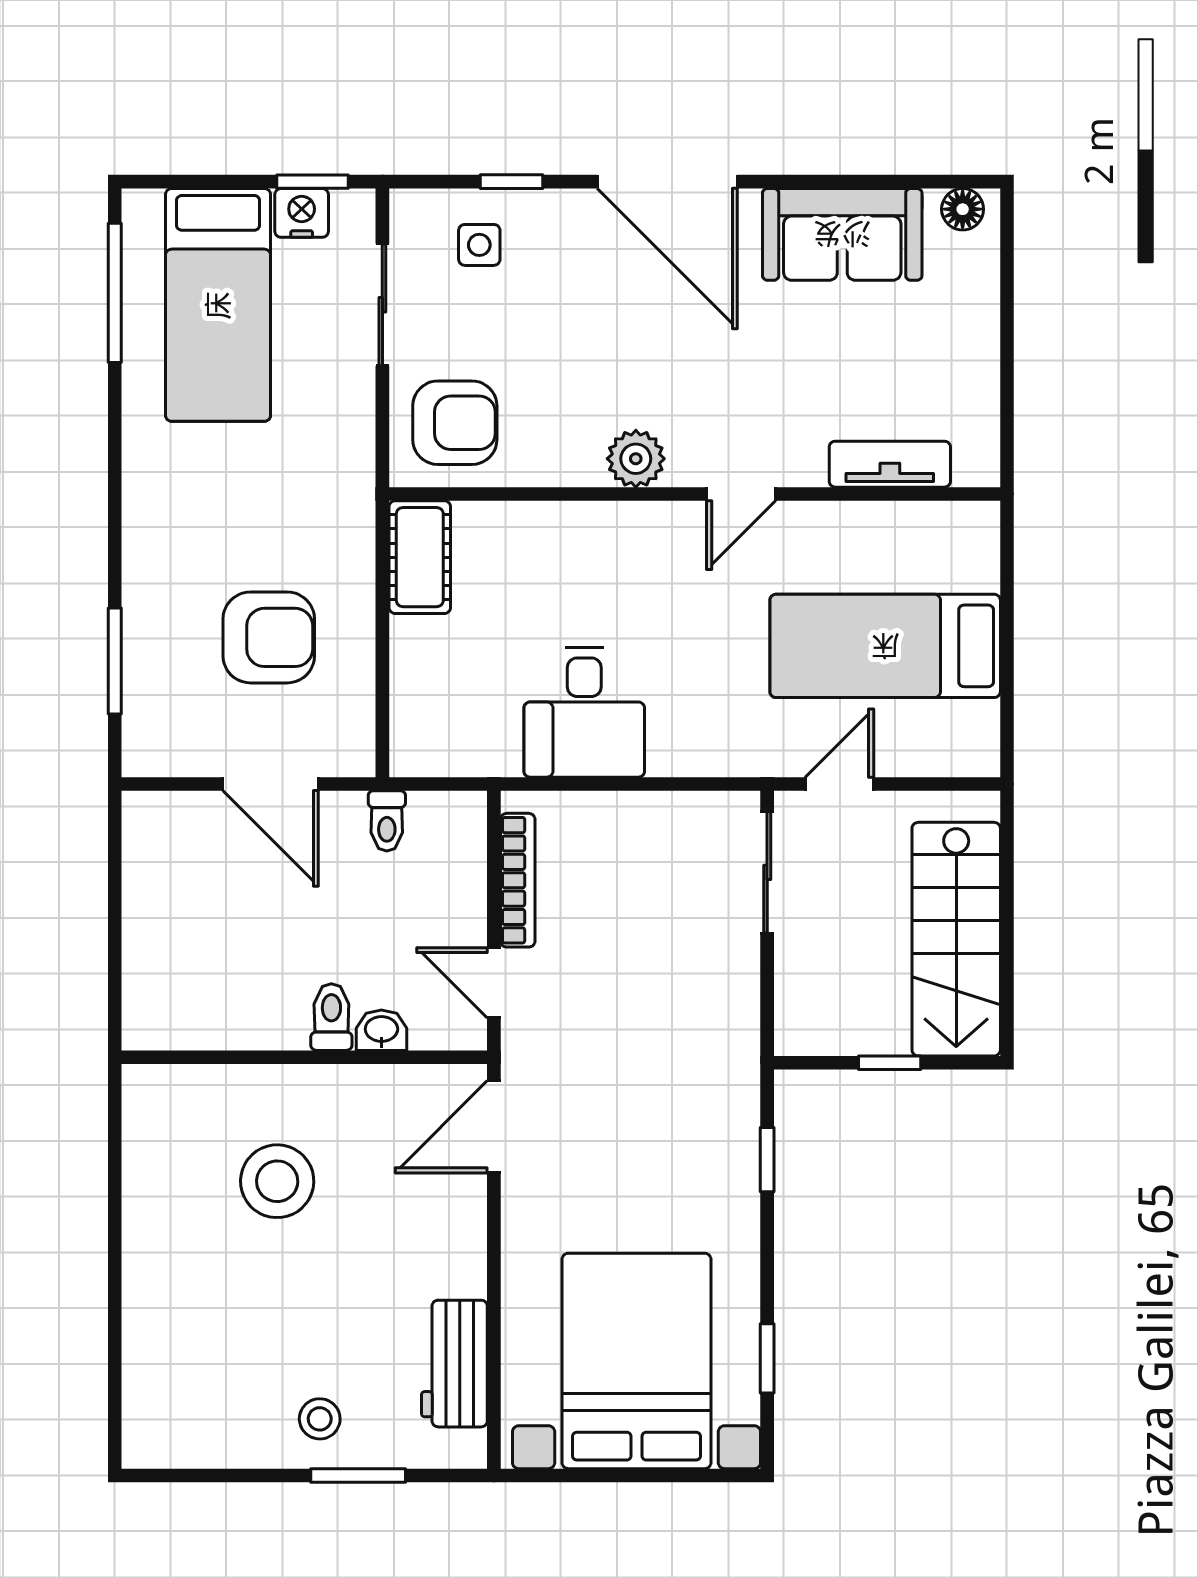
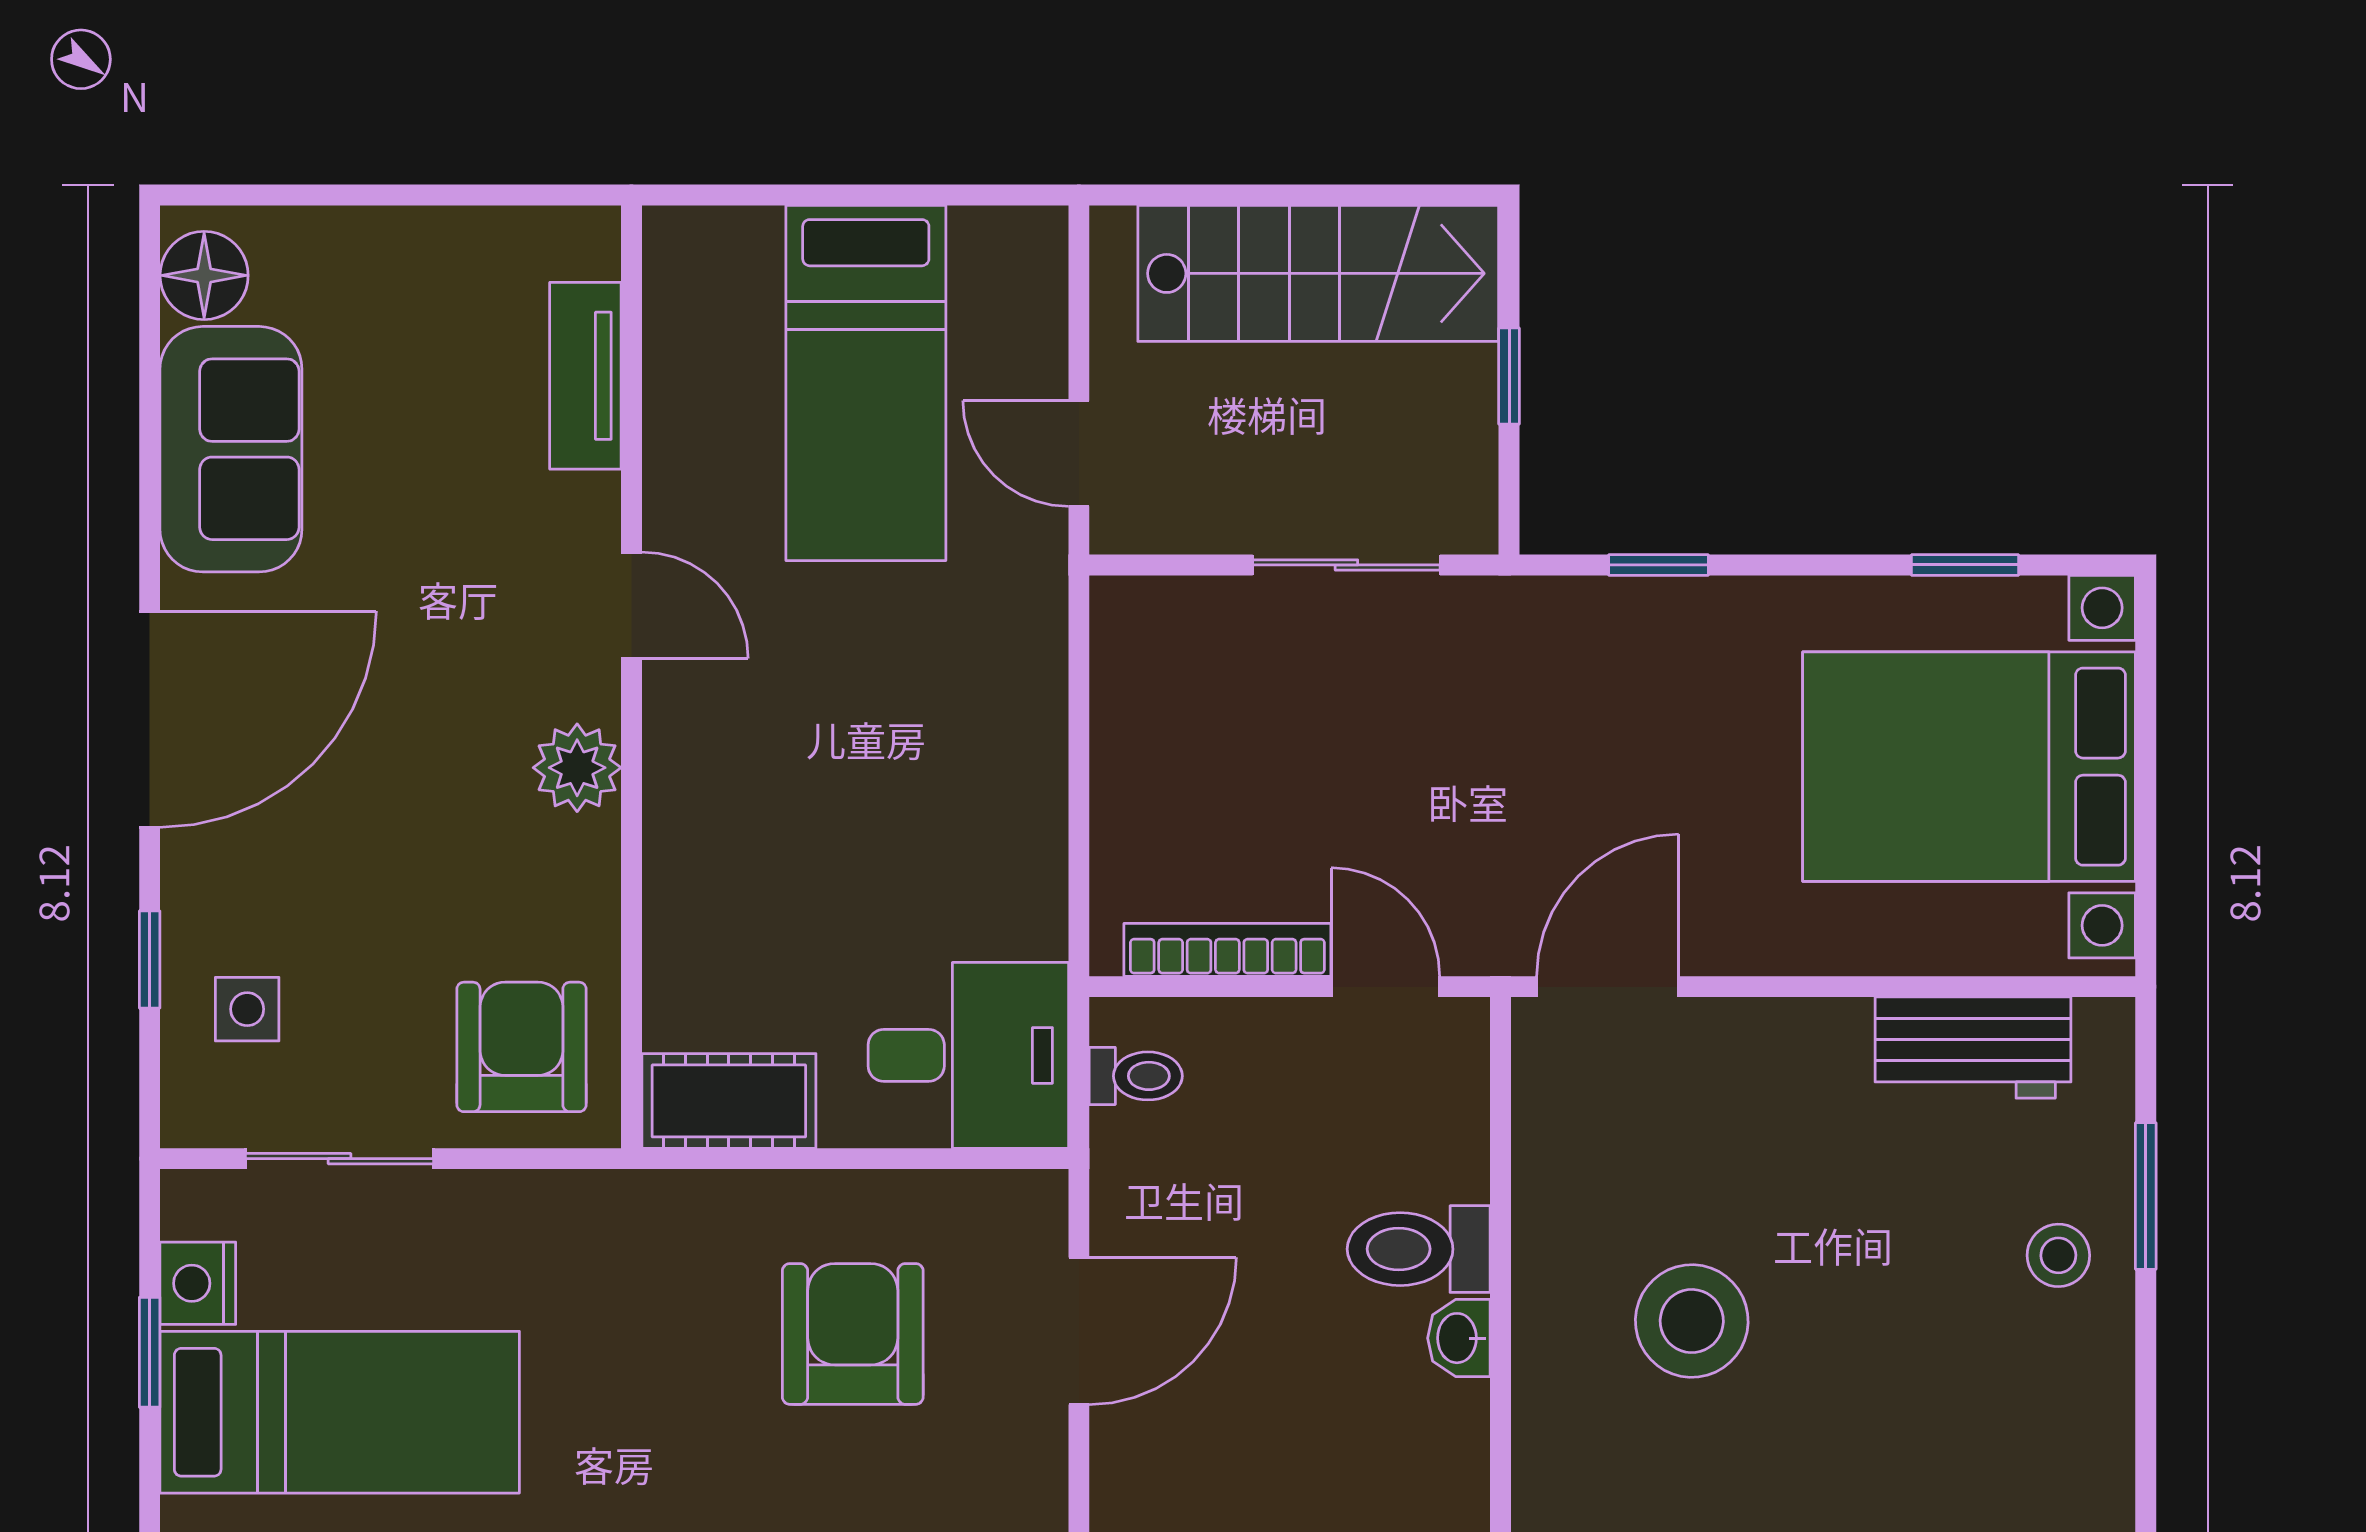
window: (313, 182) -> (150, 1352), moved
floor lamp: (963, 209) -> (204, 275), width x1.37, depth x1.37
desk: (584, 712) -> (968, 1055), moved
toilet: (387, 821) -> (1136, 1076), moved
sliding door: (767, 872) -> (1346, 565), moved
door: (494, 983) -> (1385, 987), swing flipped
toilet: (331, 1017) -> (1419, 1249), width x1.37, depth x1.39
washbasin: (381, 1030) -> (1459, 1338), moved
door: (494, 1127) -> (1608, 987), swing flipped

